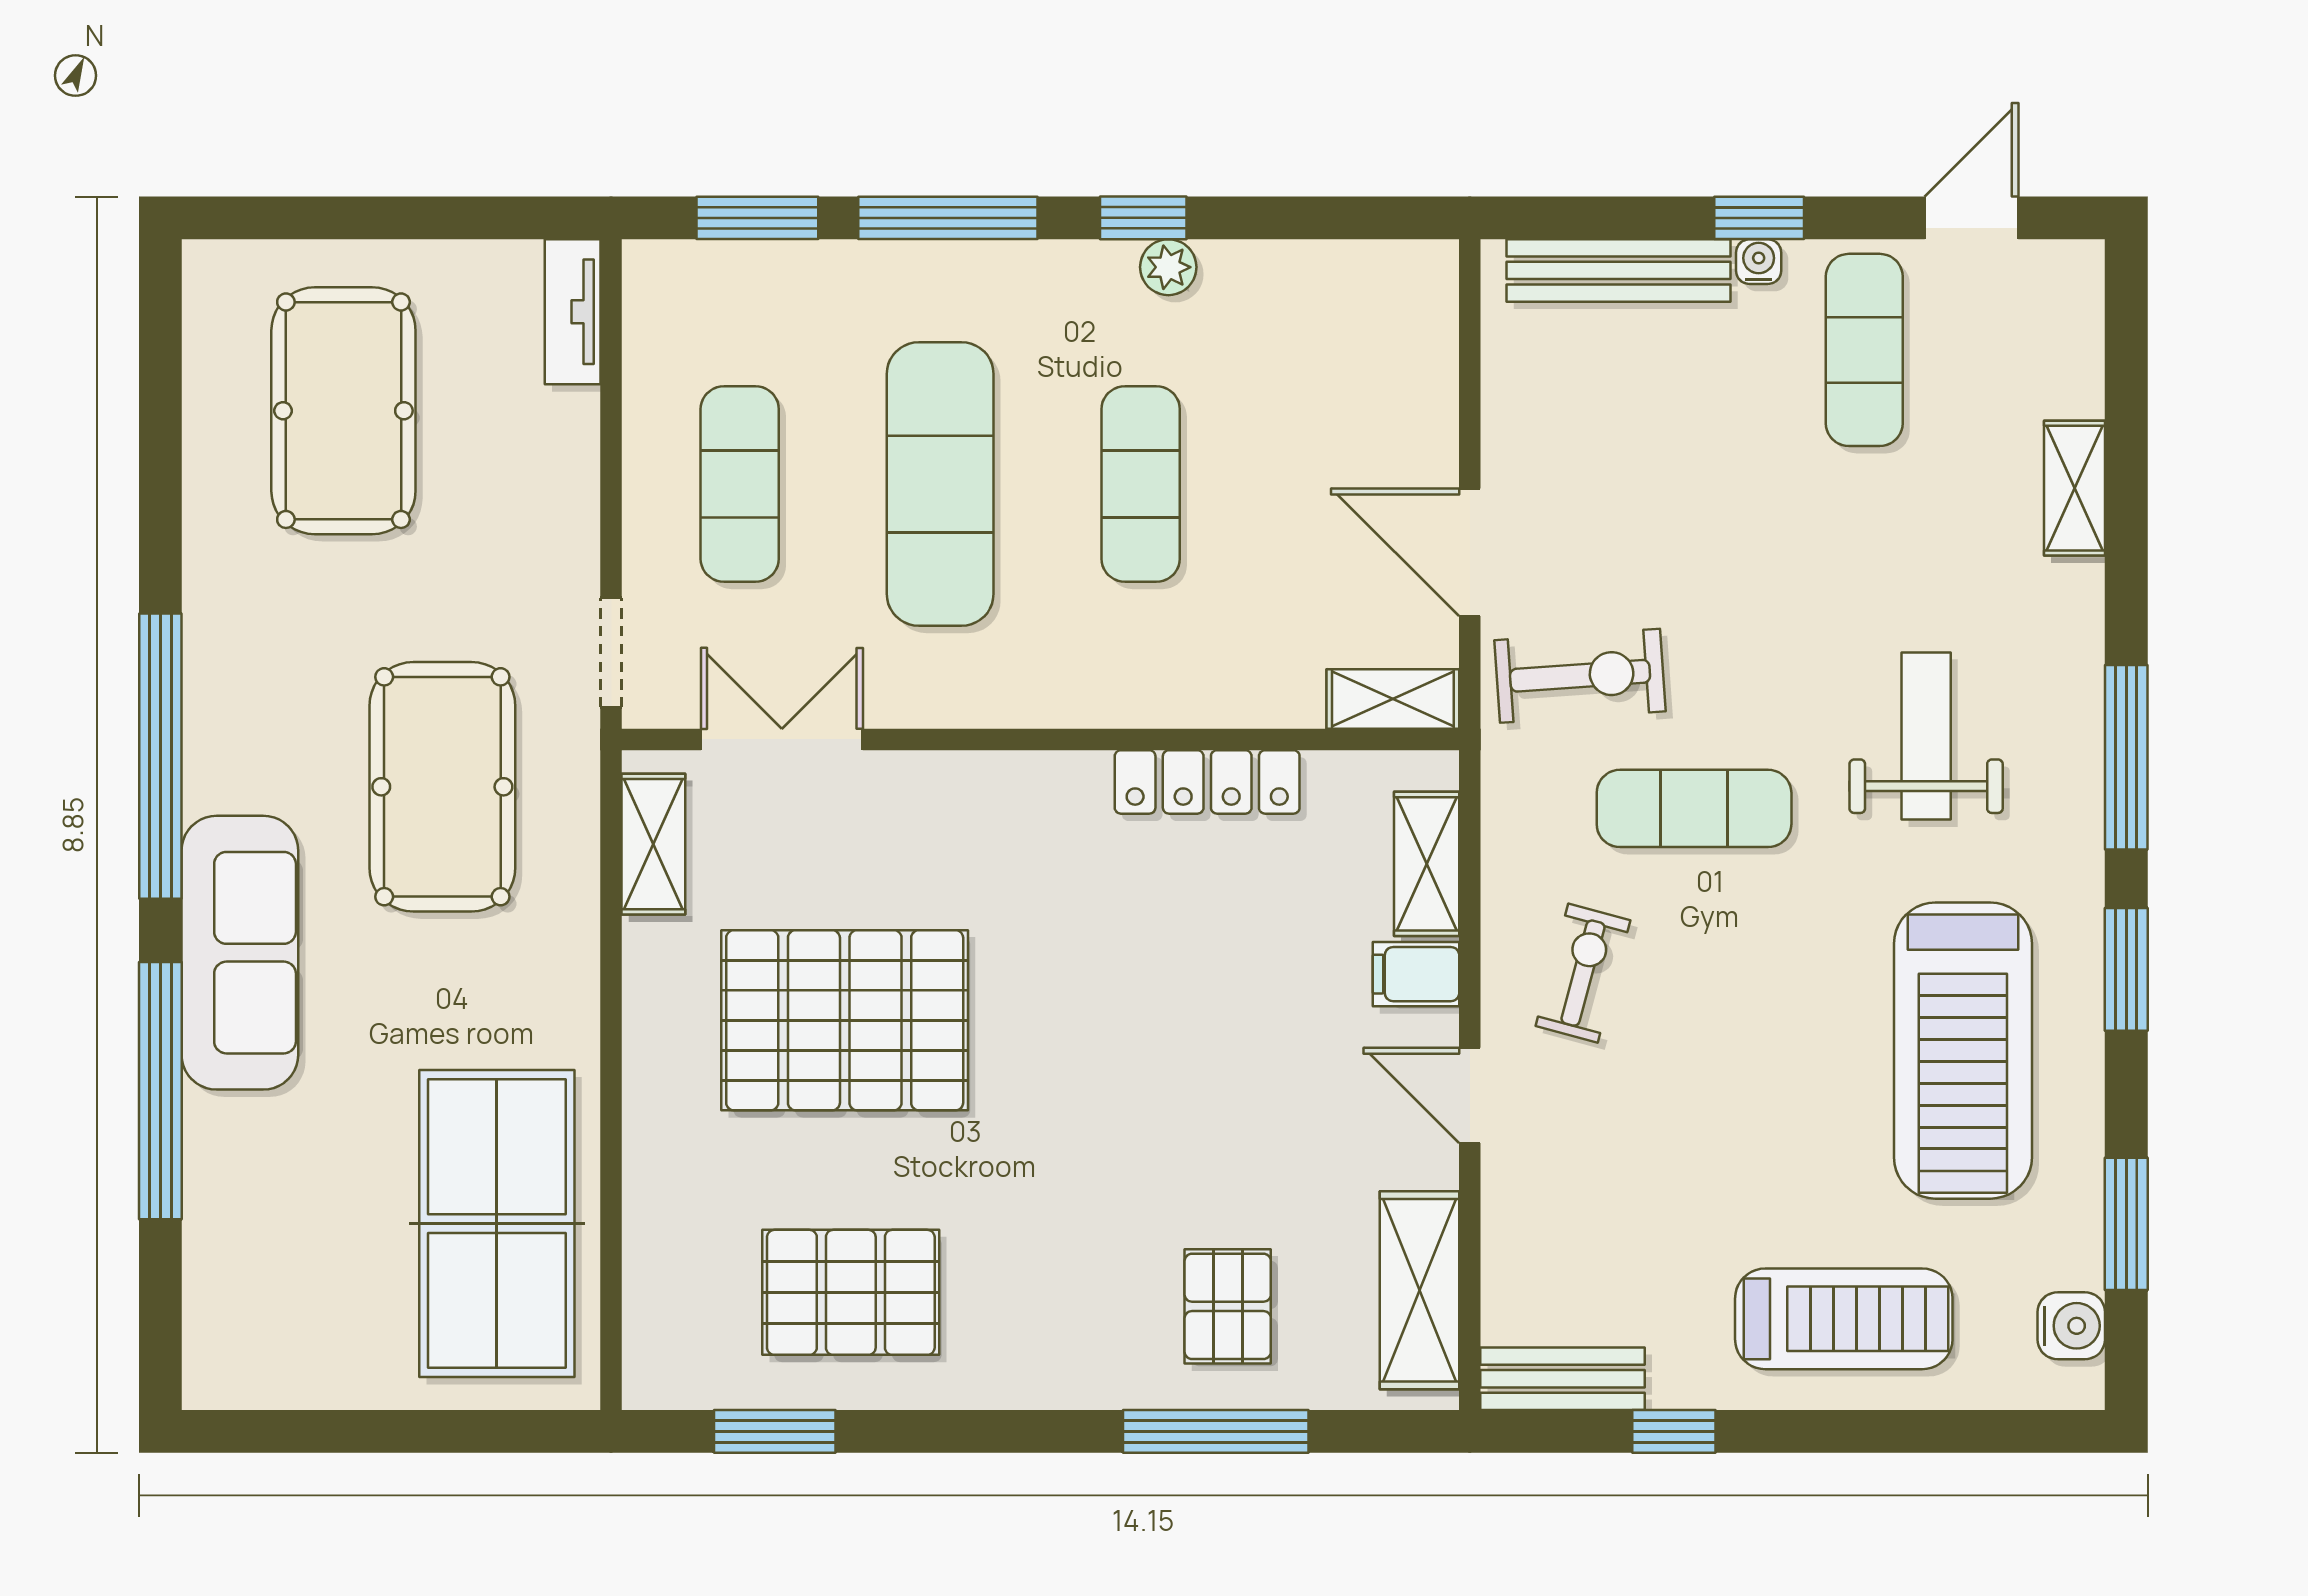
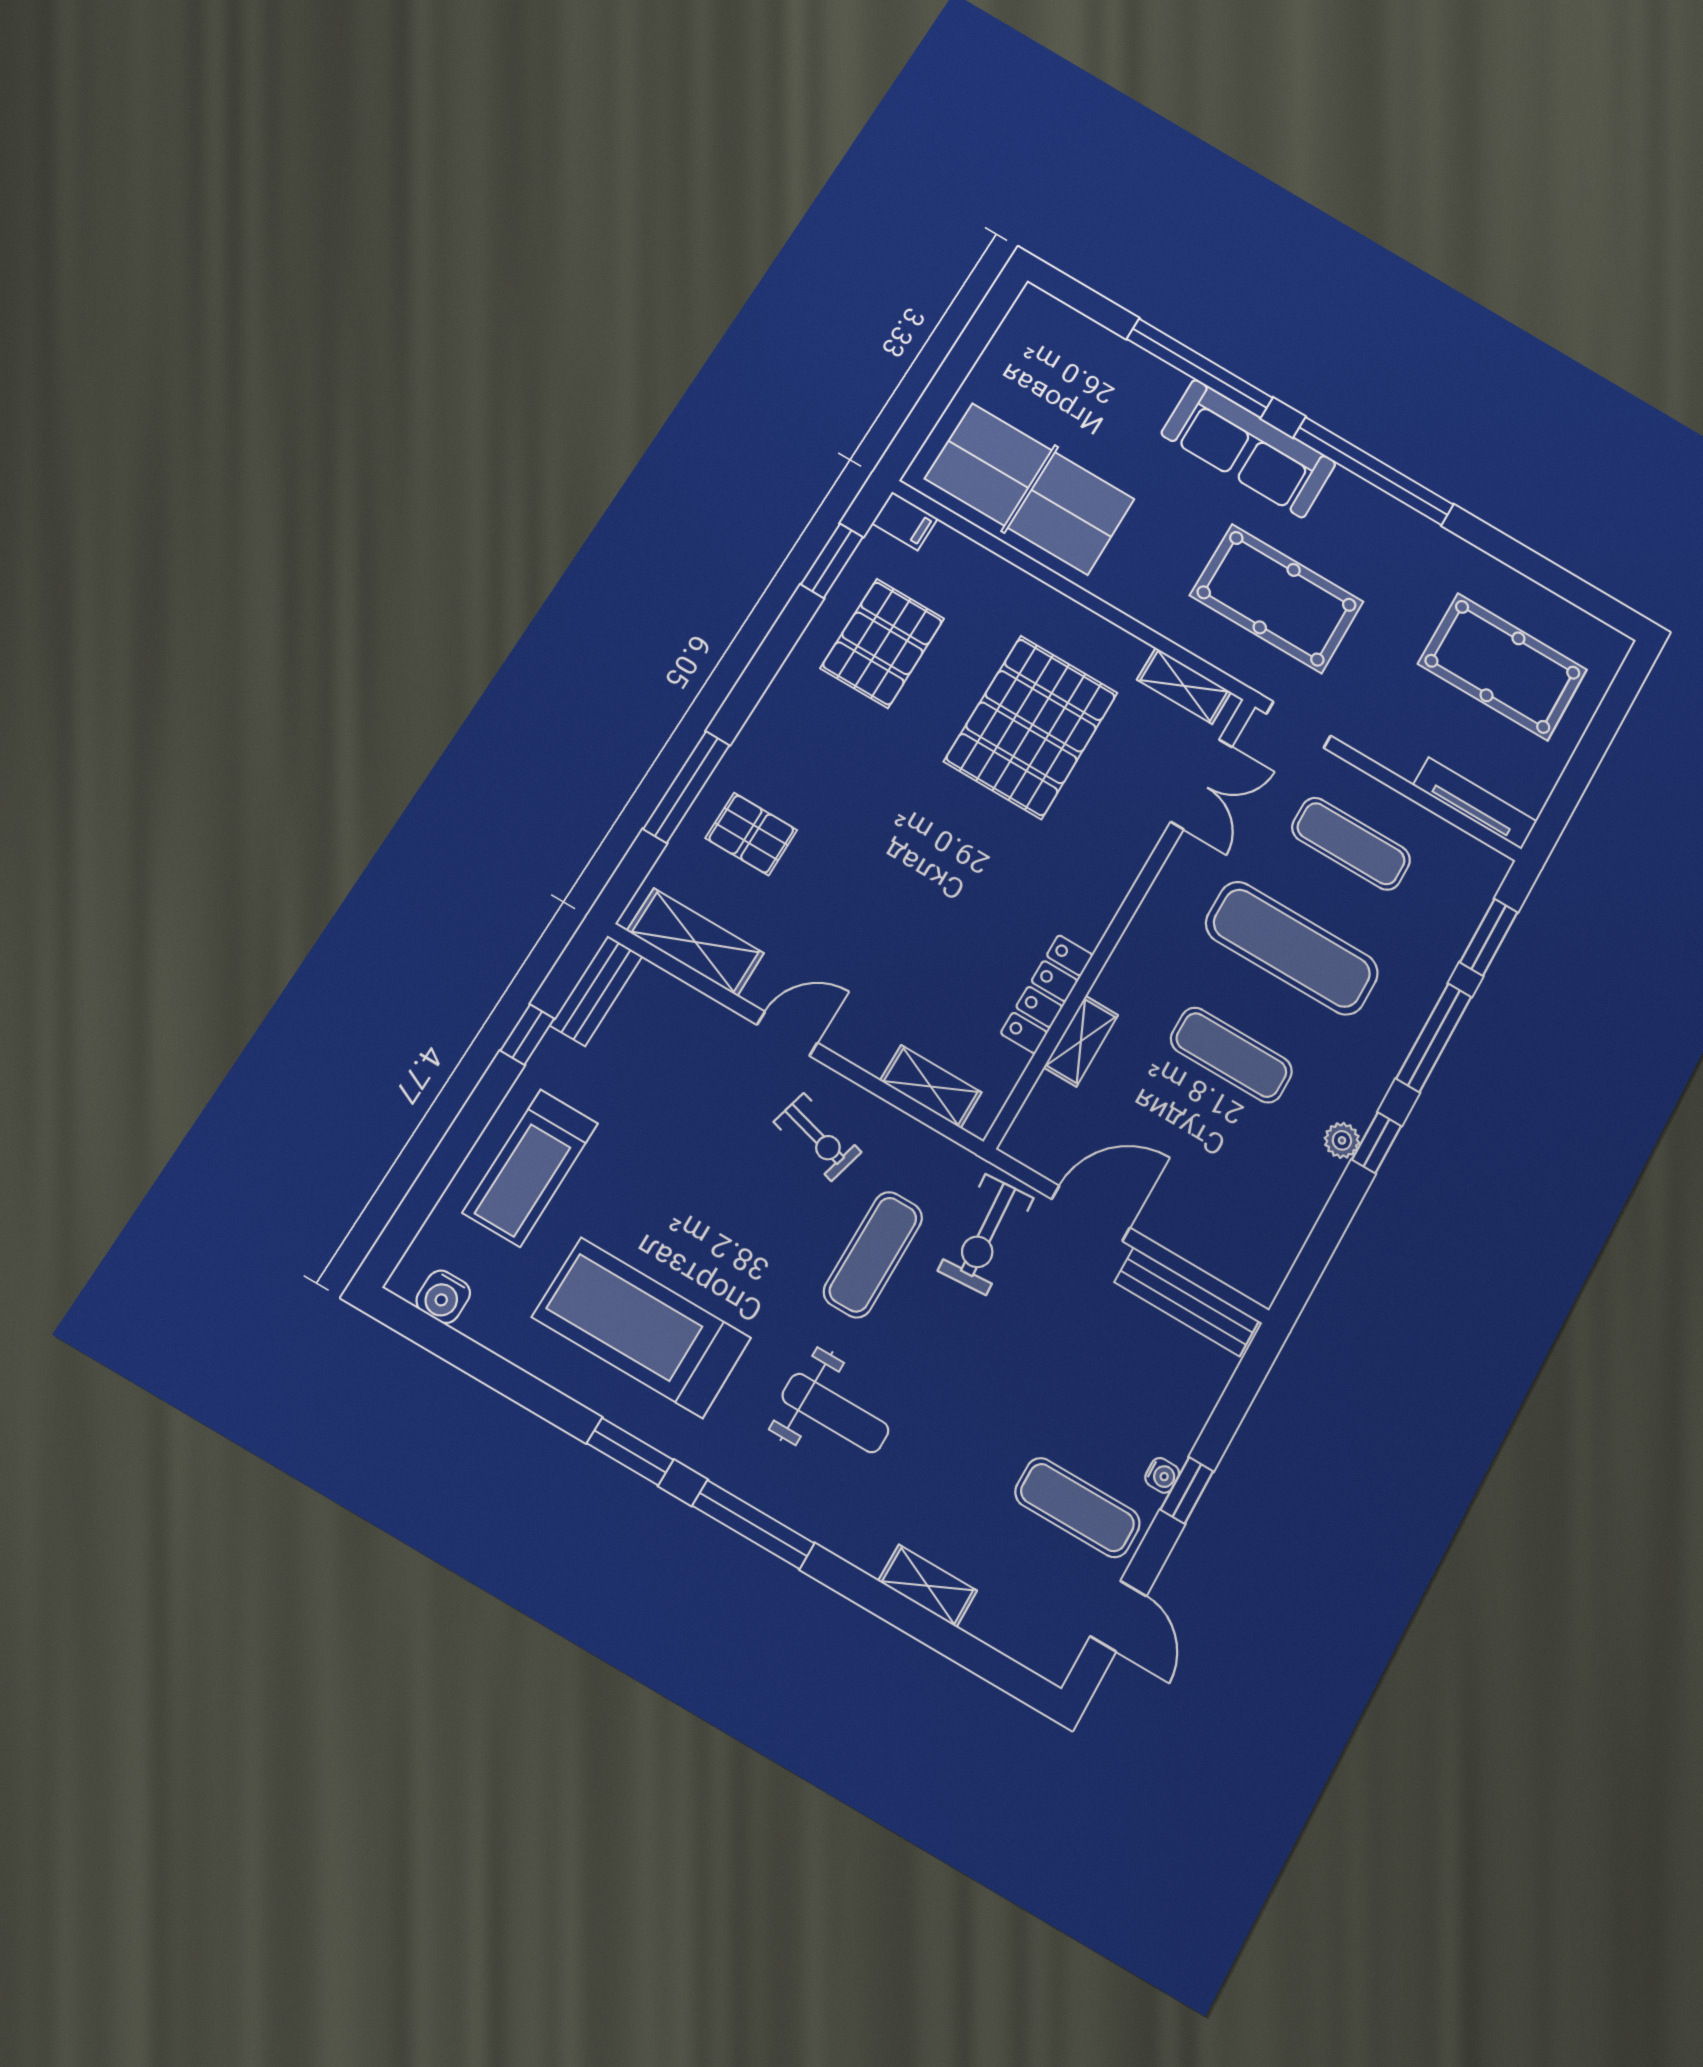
bench: (1619, 270) -> (1187, 1302), moved, turned 90
tv unit: (573, 312) -> (1475, 803), width x1.41
shelving: (1393, 699) -> (1081, 1041), moved
filing cabinet: (1416, 974) -> (905, 521), moved, turned 90
window: (2126, 1224) -> (482, 1364), removed

